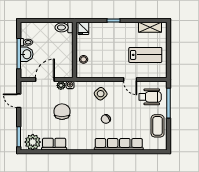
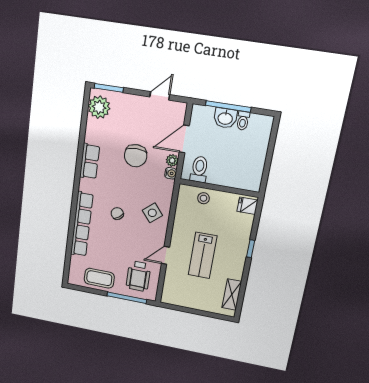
toilet: (64, 27) -> (199, 169), moved
lab bench: (145, 55) -> (203, 255), moved
door: (45, 79) -> (184, 139), swing flipped
chair: (62, 112) -> (136, 156), turned 90
row of seats: (54, 144) -> (90, 161), moved

